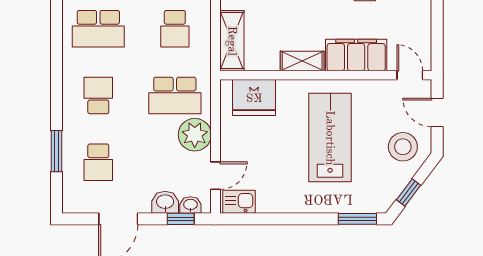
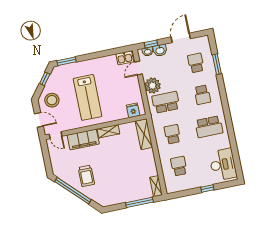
school desk: (98, 29) -> (209, 127), turned 180
fridge: (254, 97) -> (133, 110), width x0.53, depth x0.75

